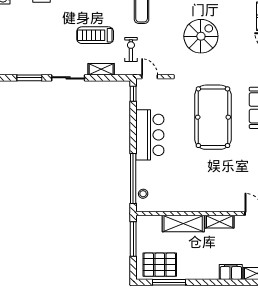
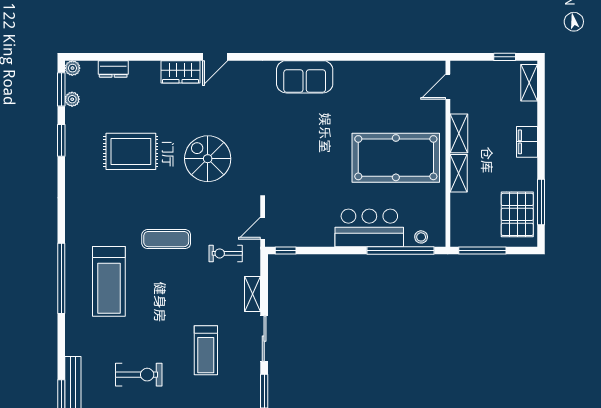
treadmill: (95, 35) -> (206, 350), moved
pool table: (213, 117) -> (396, 158), moved
bar counter: (150, 135) -> (369, 228), moved
shelving: (183, 223) -> (459, 173), width x0.67, depth x0.75
filing cabinet: (231, 272) -> (527, 142), moved

